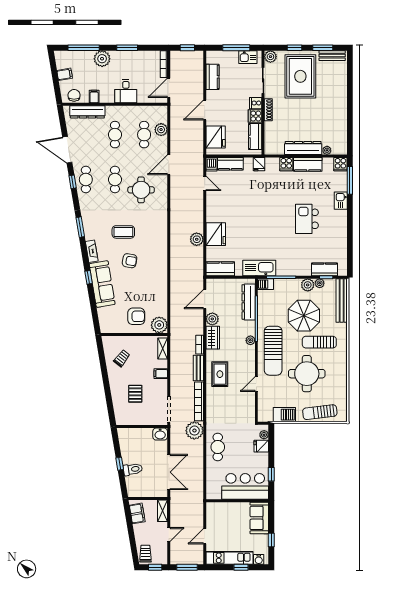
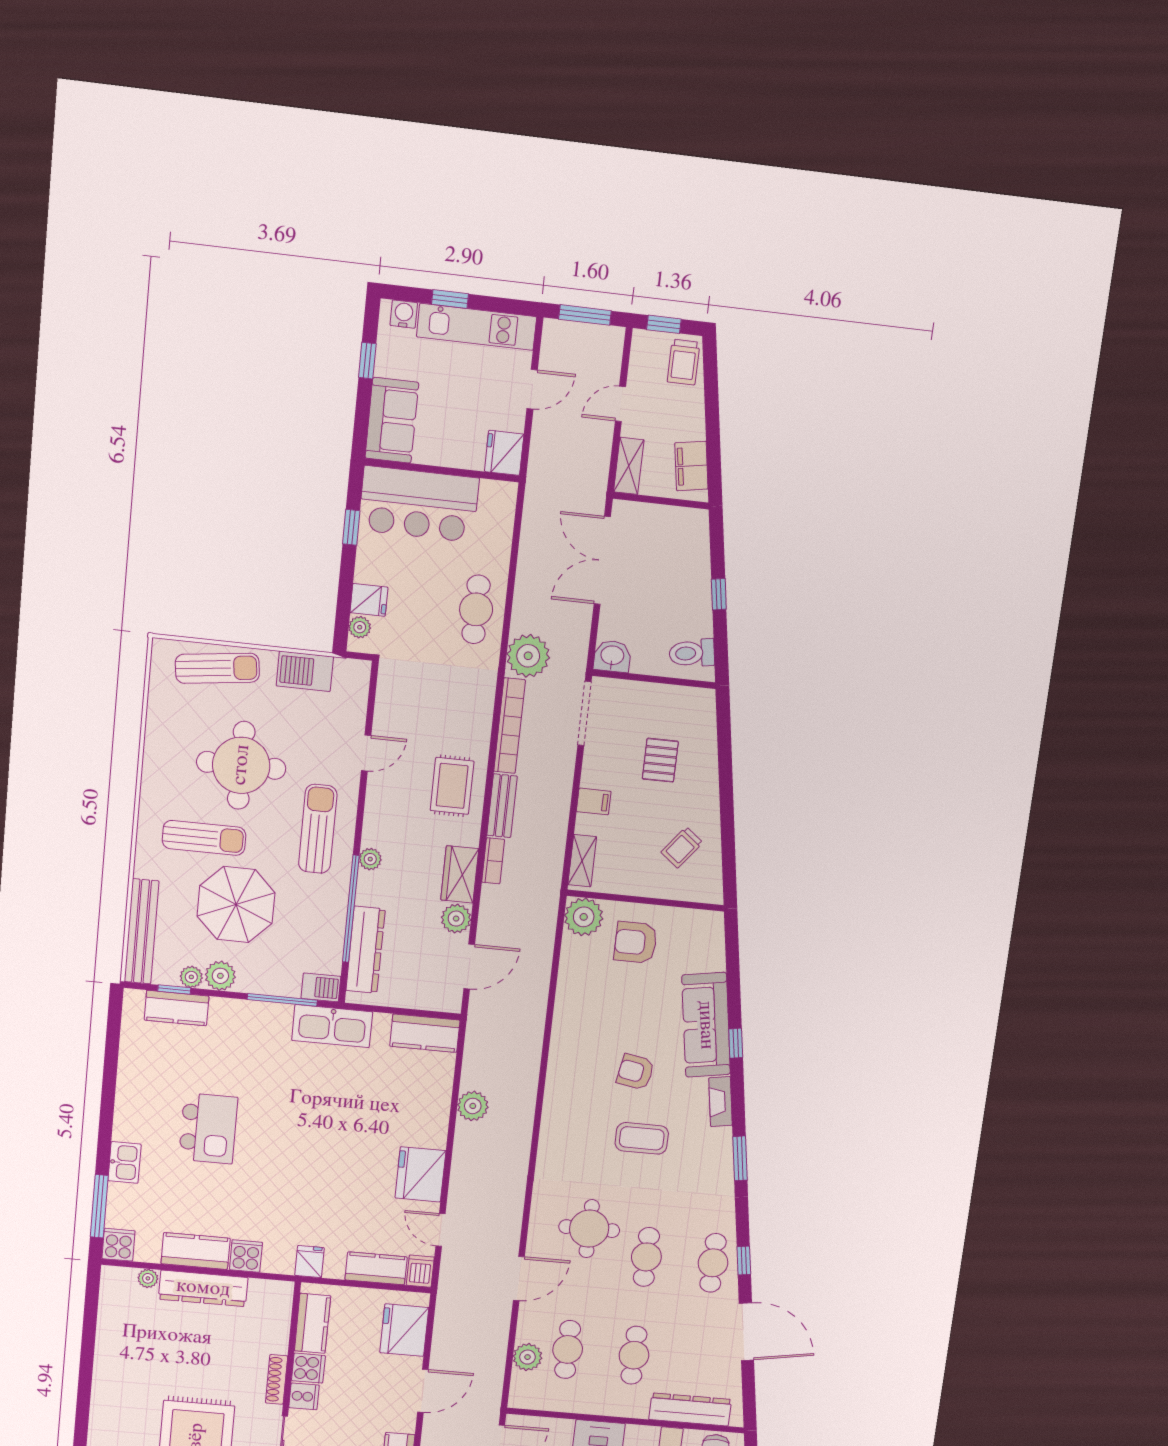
fridge: (216, 234) -> (420, 1174), moved
sun lounger: (273, 351) -> (318, 829), width x0.73, depth x0.75
toilet: (133, 469) -> (692, 653), moved
fridge: (213, 510) -> (504, 453), added

